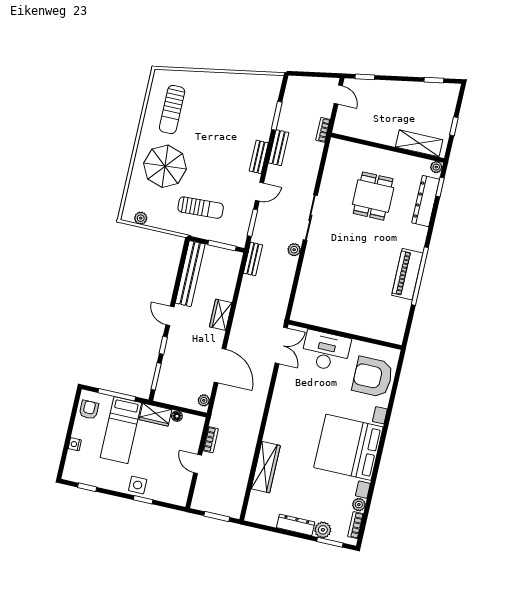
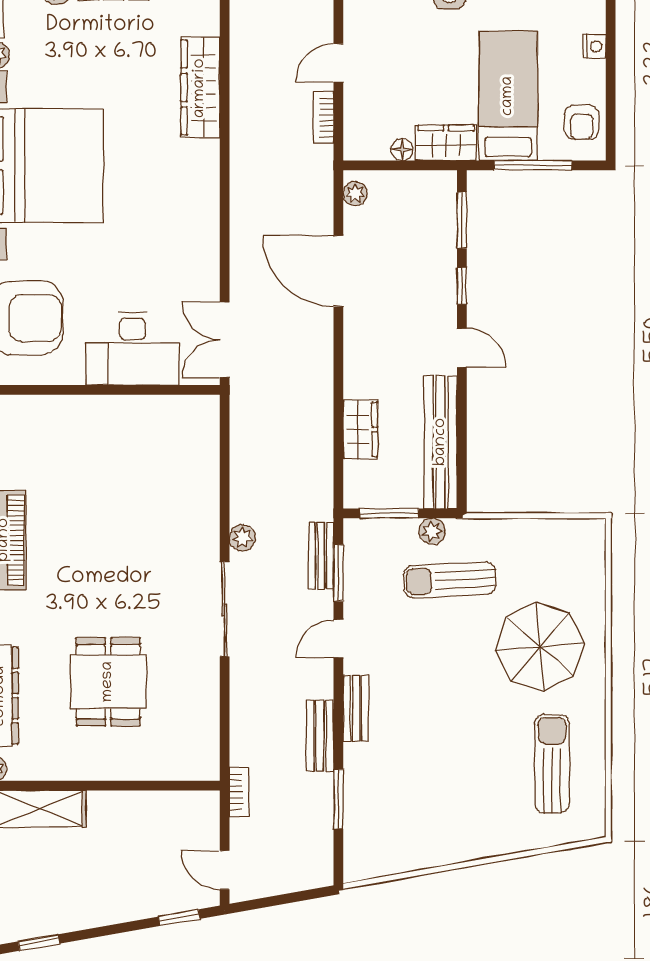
plant: (141, 218) -> (432, 531), moved
bench: (253, 259) -> (321, 556), moved
wardrobe: (221, 315) -> (360, 429), moved
door: (198, 464) -> (338, 63), swing flipped

